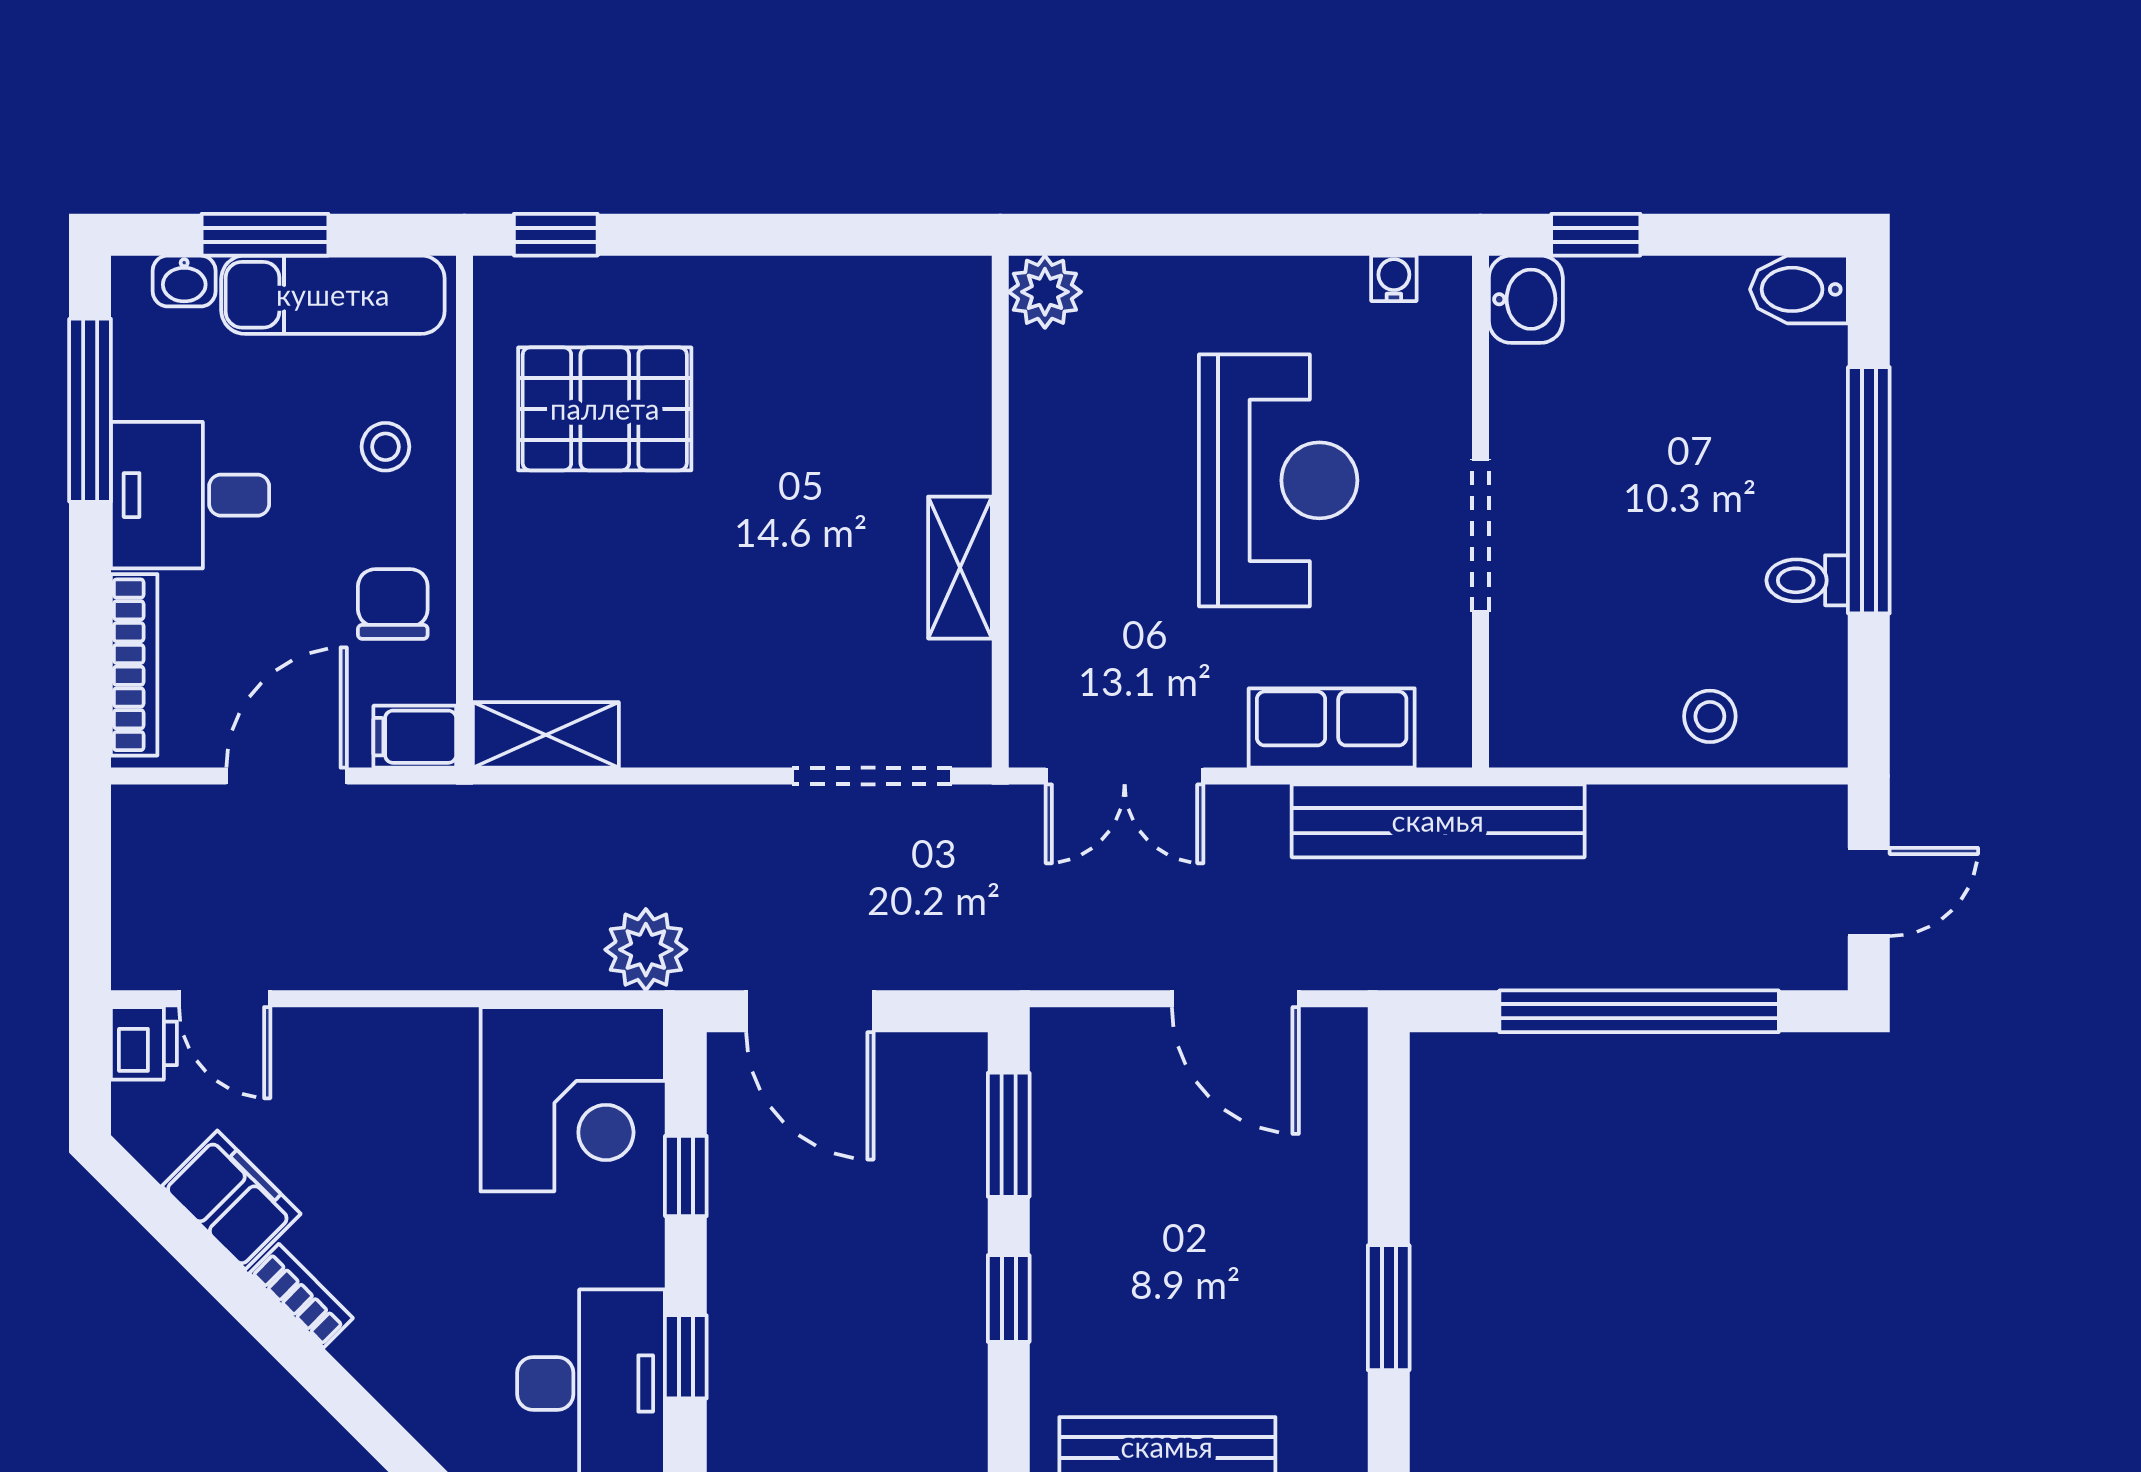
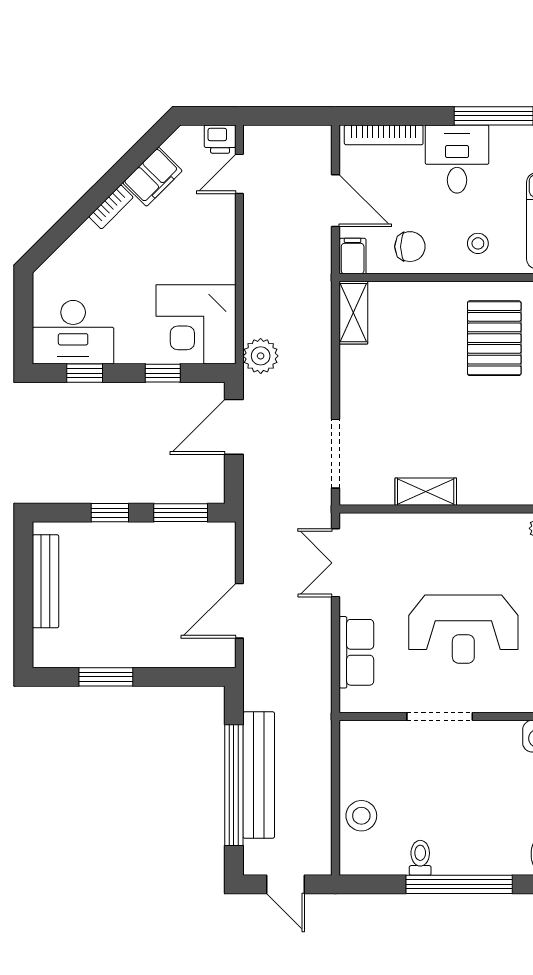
stool: (1710, 716) -> (361, 816), width x1.37, depth x1.37
bench: (1438, 821) -> (259, 775), moved

